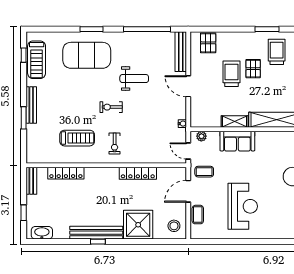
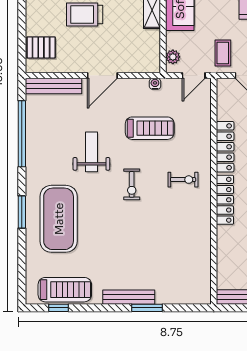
treadmill: (77, 138) -> (150, 128), moved, turned 90
locker: (66, 173) -> (225, 200), moved

